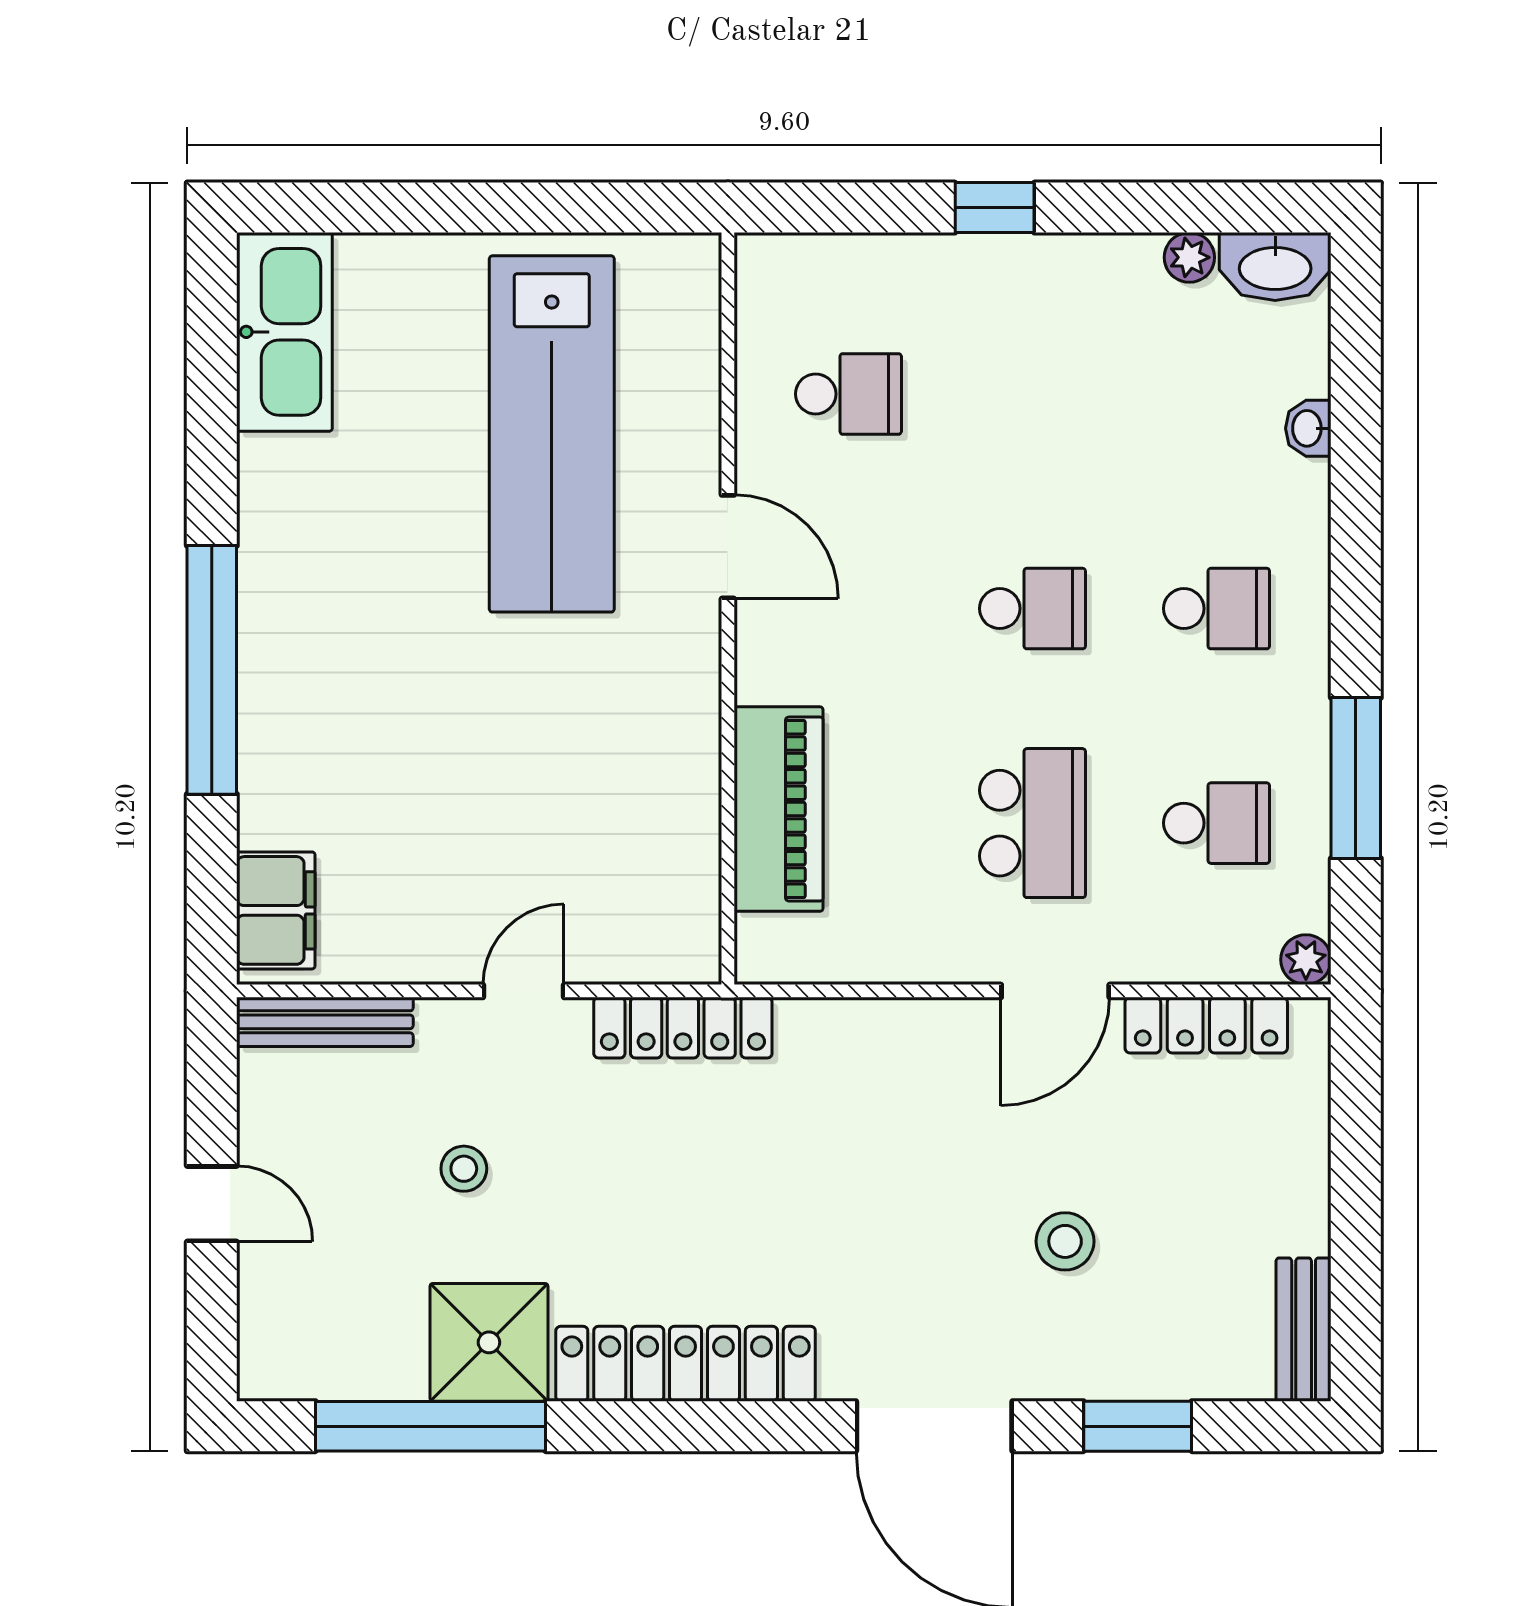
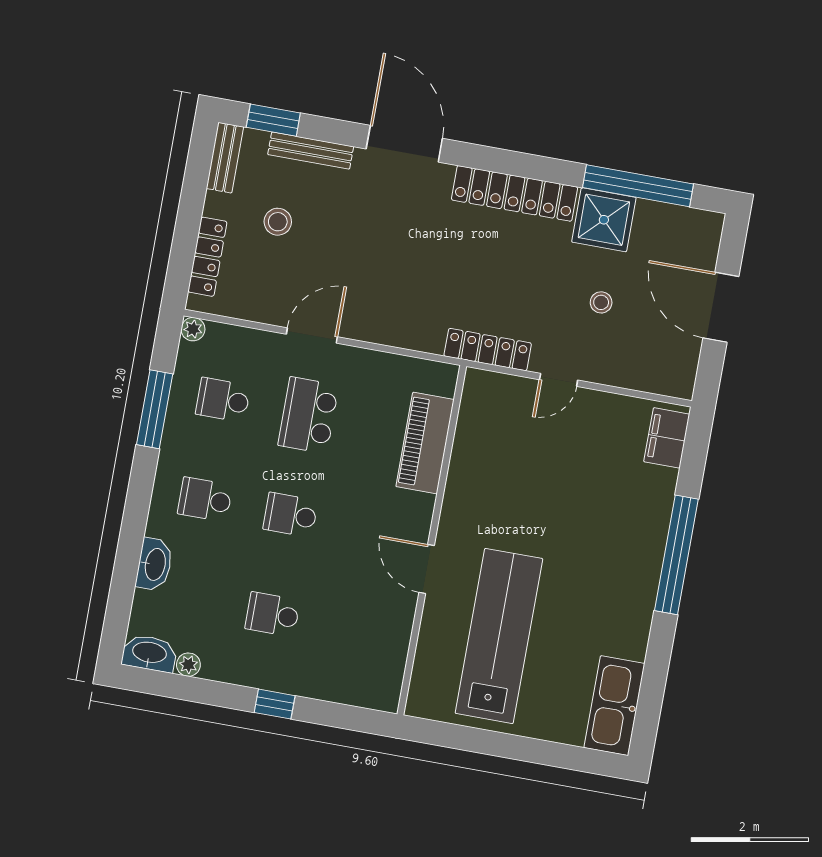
school desk: (848, 394) -> (273, 614), moved
washbasin: (1308, 428) -> (154, 564), width x1.91, depth x1.45
bench: (325, 1022) -> (311, 151), moved
locker: (1206, 1025) -> (207, 257), moved, turned 90
door: (212, 1204) -> (721, 307), width x1.88
stool: (1065, 1241) -> (278, 222), moved
window: (1138, 1426) -> (273, 120), moved

